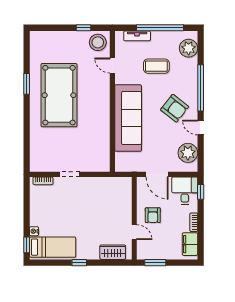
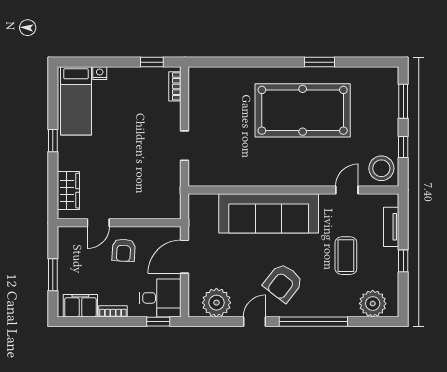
window: (53, 28) -> (403, 101), added
window: (160, 28) -> (403, 261), width x0.32
doorway: (70, 174) -> (184, 146), moved
armchair: (153, 215) -> (124, 250), turned -87
window: (27, 245) -> (152, 62), moved
window: (155, 263) -> (53, 275), moved

